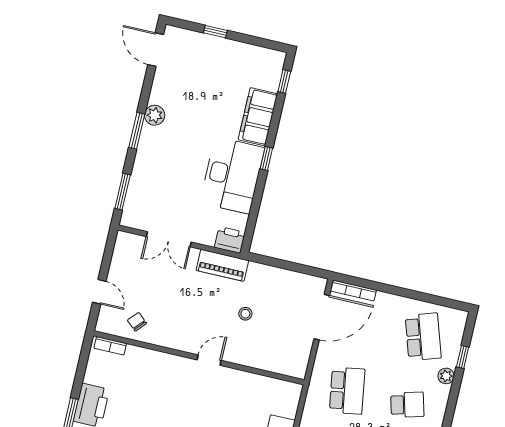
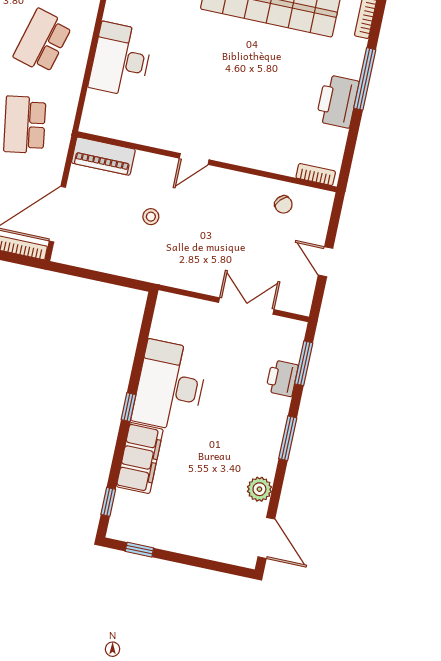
window: (215, 32) -> (139, 550), moved
plant: (155, 115) -> (259, 489), moved
printer: (230, 240) -> (282, 378), moved, turned 90
piano: (222, 265) -> (103, 156), moved, turned 180
door: (99, 292) -> (326, 262), moved

